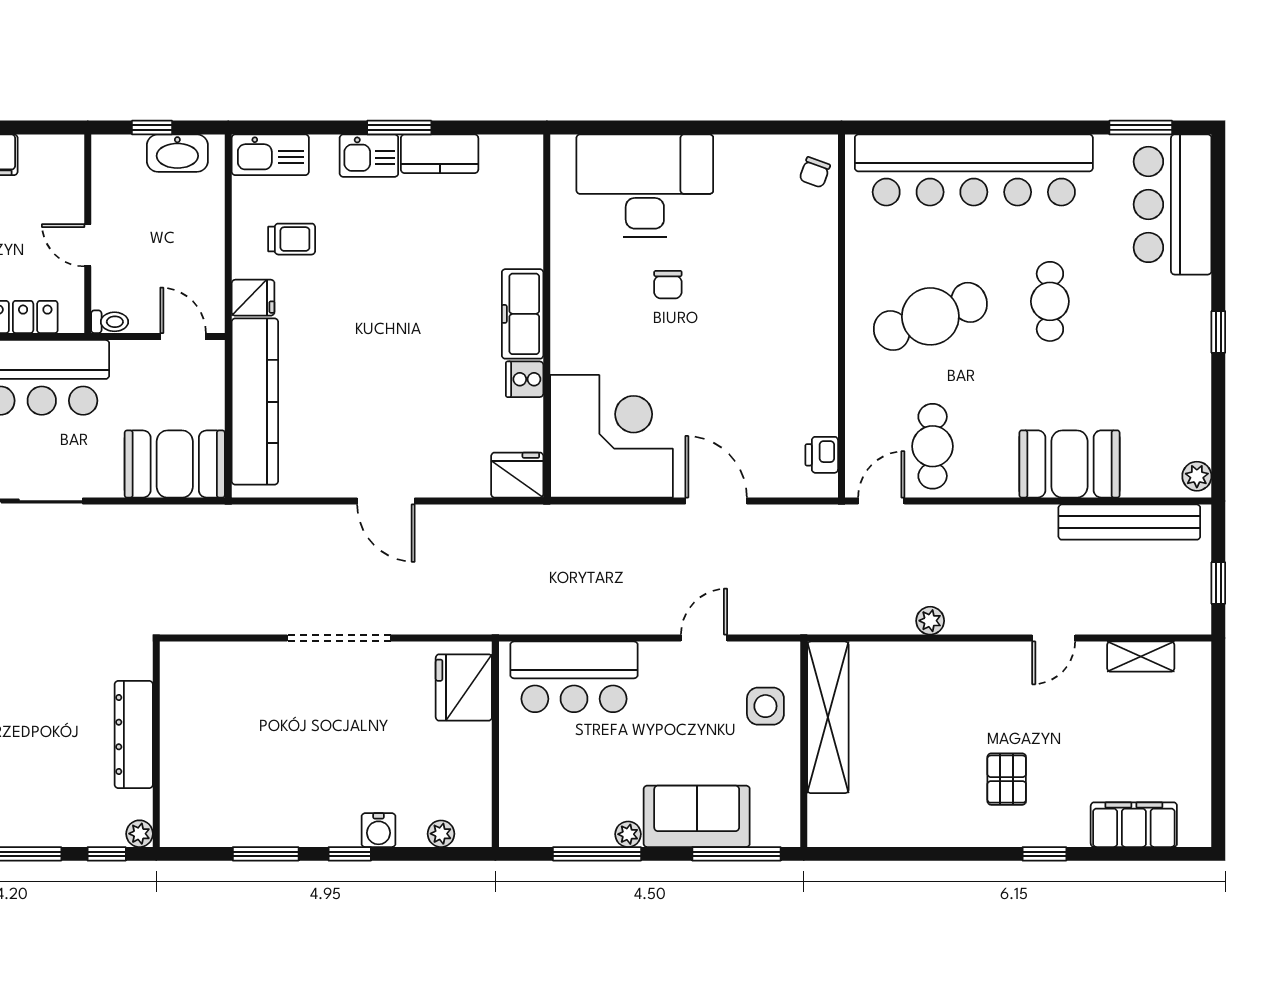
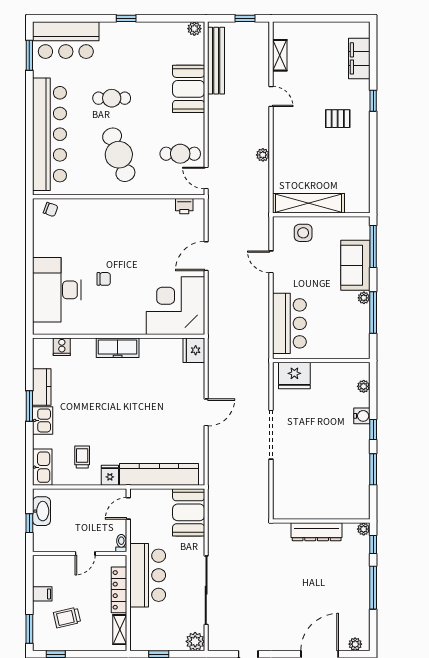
cooker: (525, 379) -> (62, 347), moved

